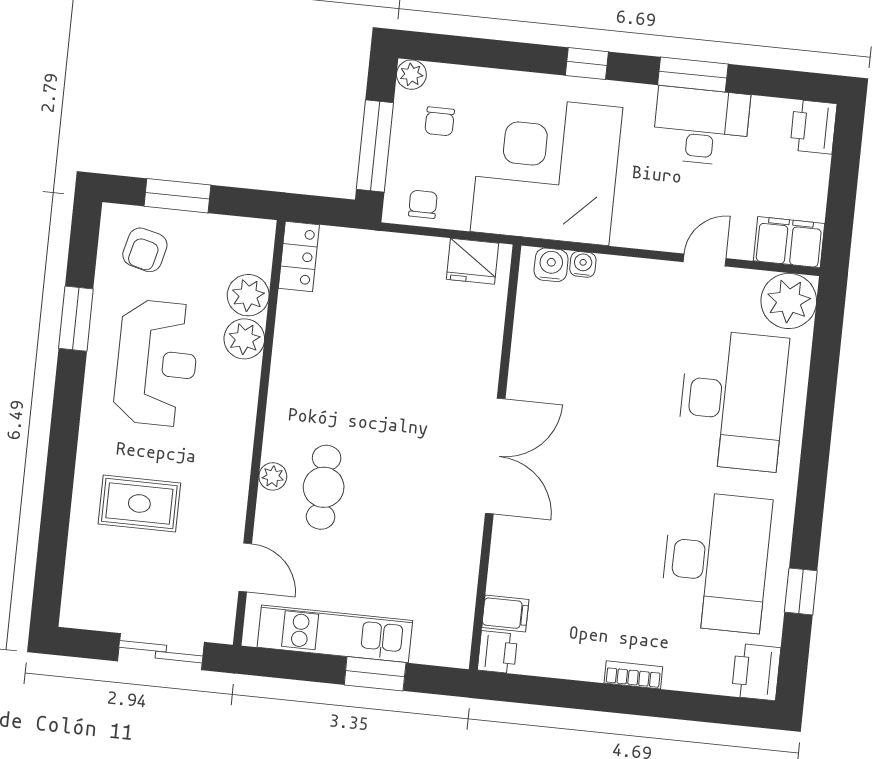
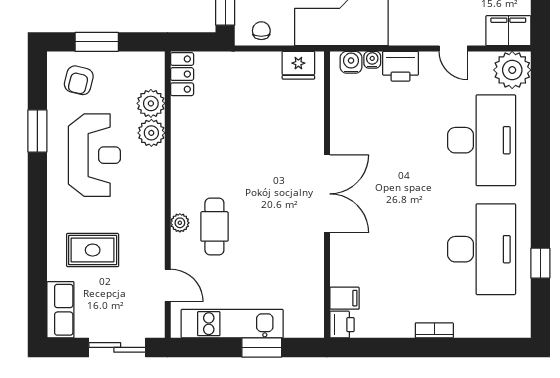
door: (705, 260) -> (453, 49), swing flipped
row of seats: (83, 587) -> (60, 310), added
printer: (756, 672) -> (401, 66), moved, turned -90

